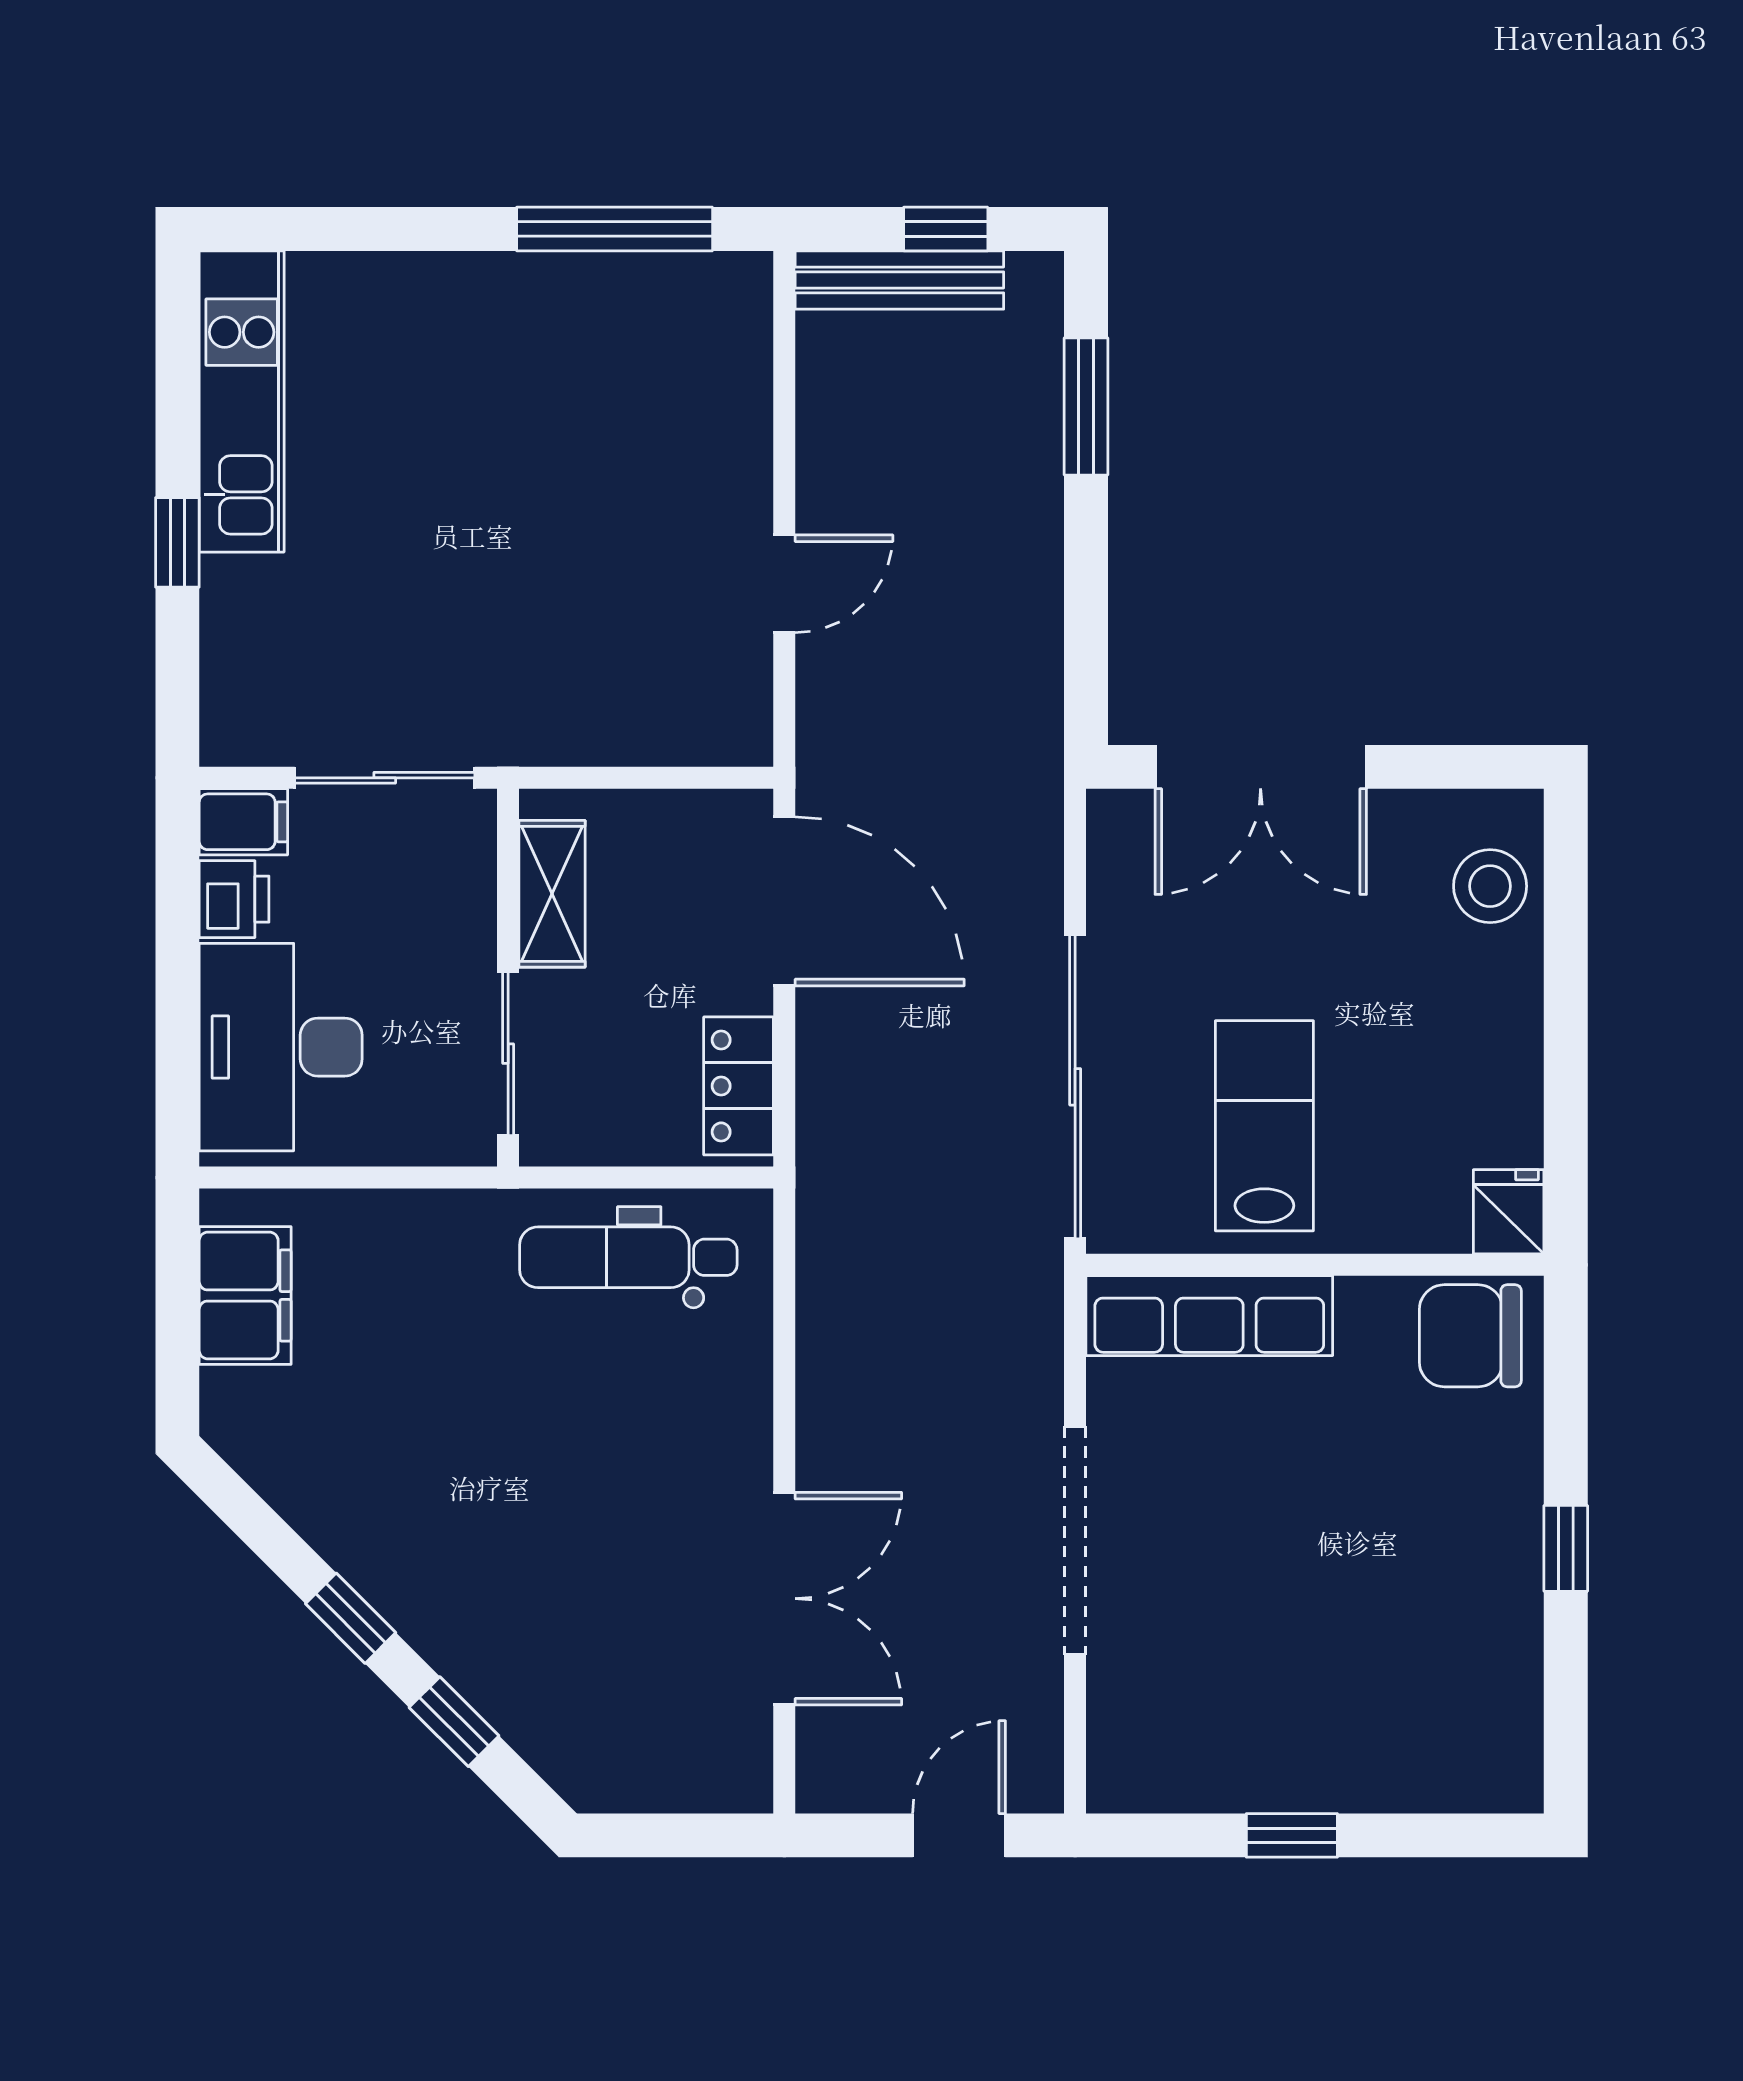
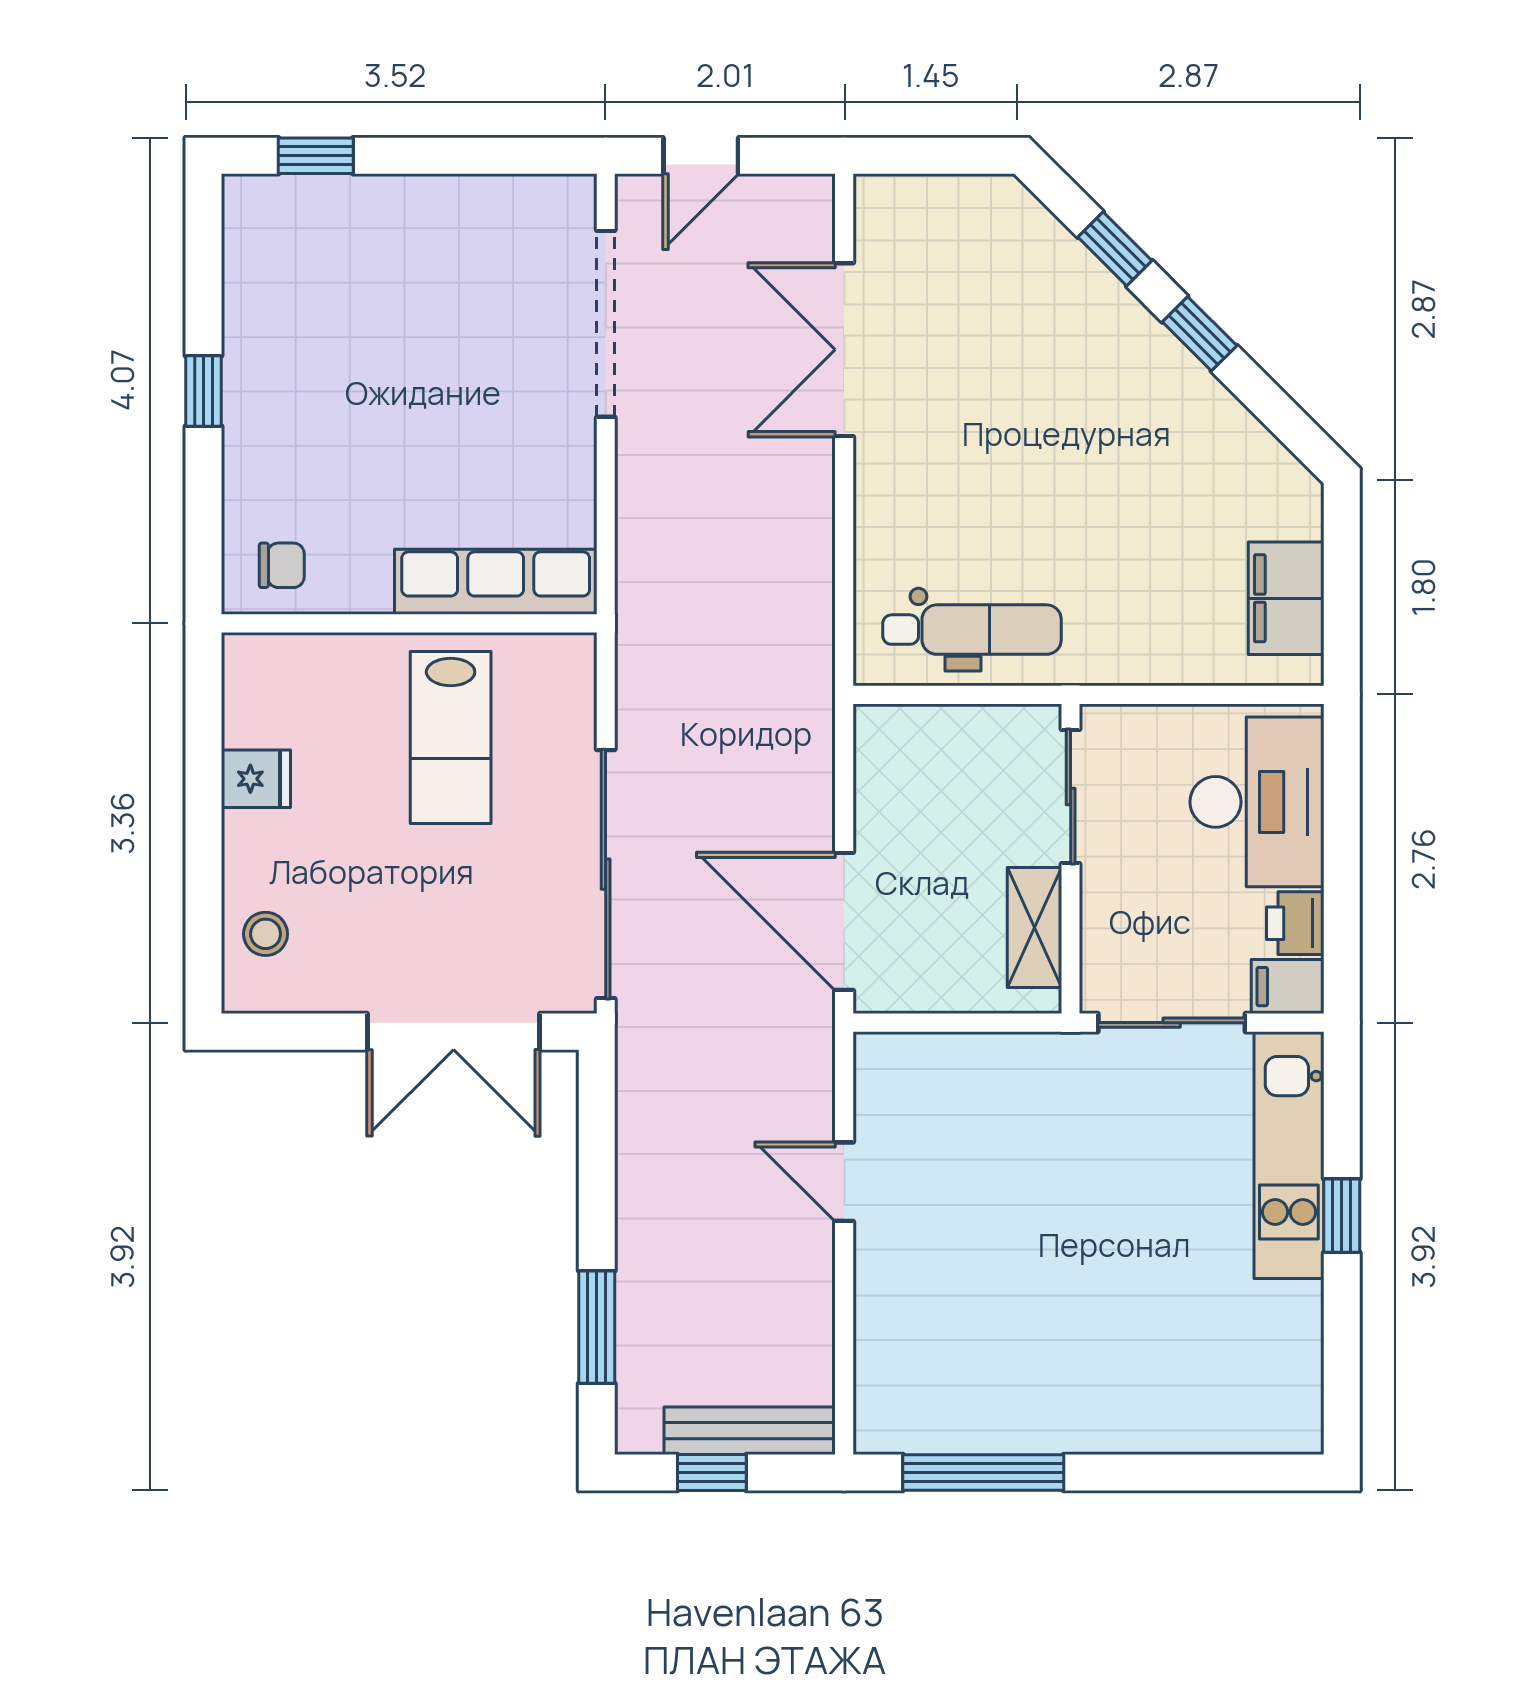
kitchen unit: (242, 401) -> (1289, 1155), moved
door: (784, 584) -> (844, 1182), hinge flipped
double door: (1261, 767) -> (454, 1032), swing flipped
stool: (1490, 886) -> (266, 934), width x0.73, depth x0.73
locker: (739, 1086) -> (882, 770), removed
sliding door: (1075, 1087) -> (606, 874), moved
fridge: (1509, 1212) -> (256, 779), moved, turned -90
chair: (1470, 1336) -> (282, 565), width x0.54, depth x0.54
doorway: (1075, 1541) -> (606, 324), moved
window: (1292, 1835) -> (316, 156), moved

